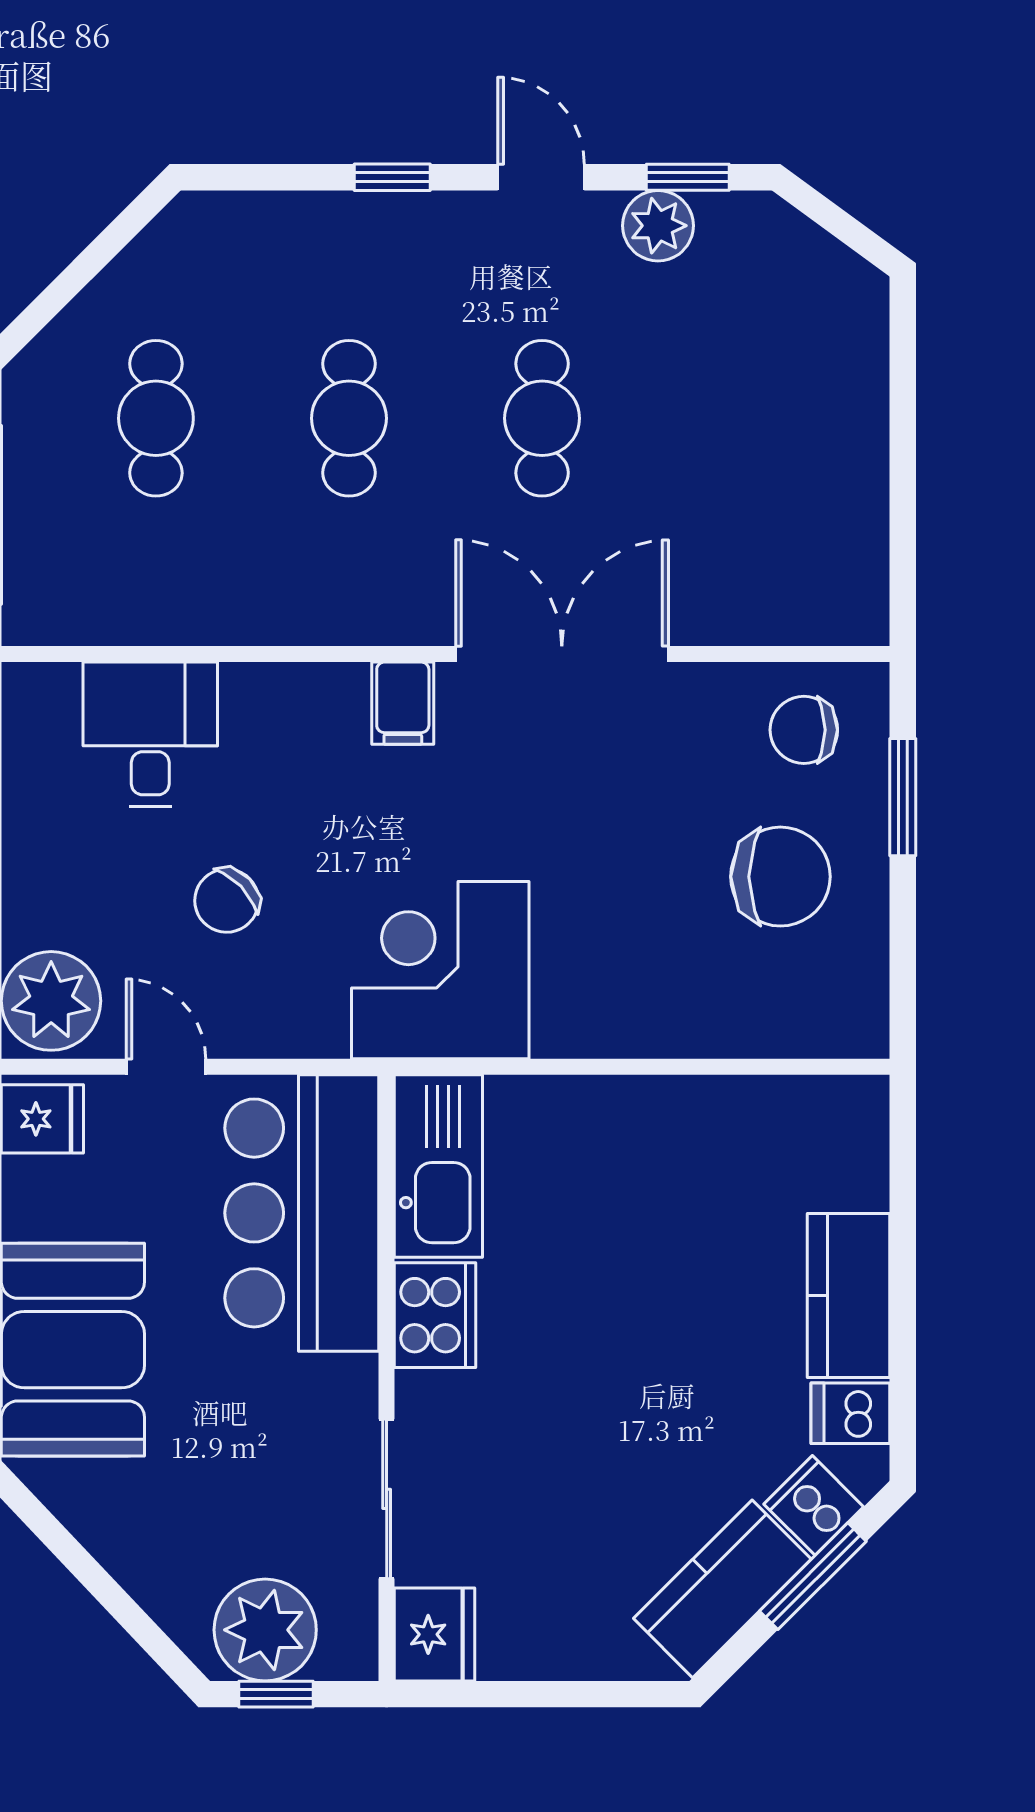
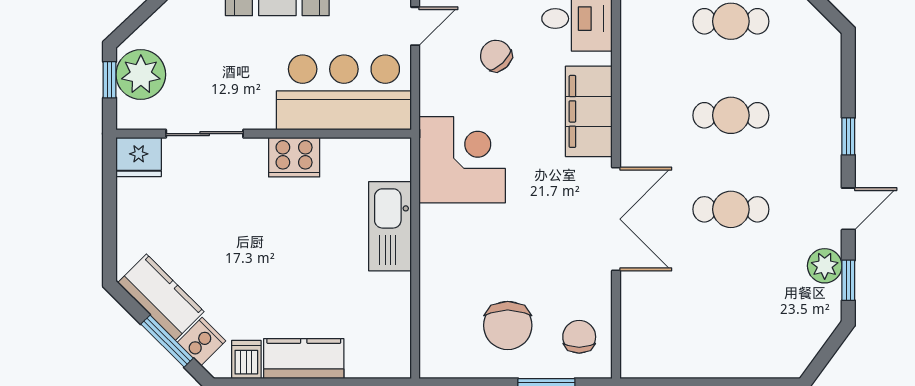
filing cabinet: (403, 703) -> (589, 111), width x3.00, depth x1.17
kitchen sink: (438, 1166) -> (390, 226), moved, turned 90

